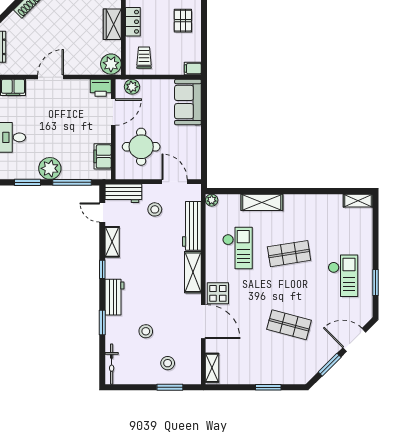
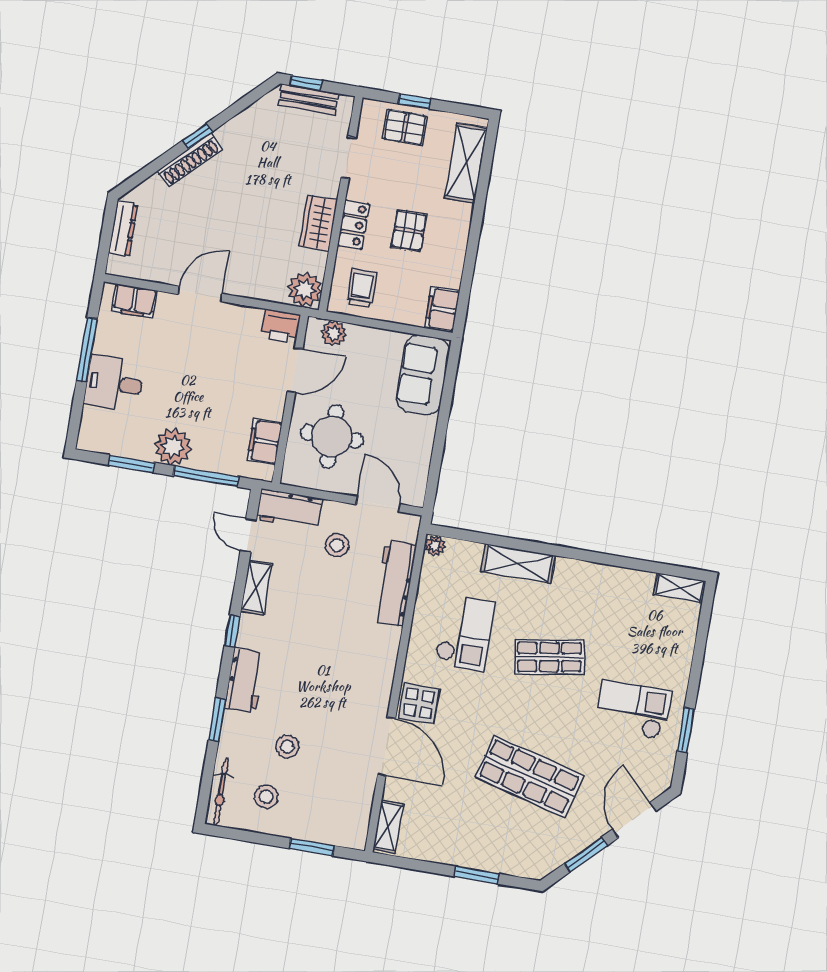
pallet: (183, 21) -> (409, 231), moved
filing cabinet: (193, 69) -> (442, 309), width x2.00
shelving: (193, 272) -> (383, 661), removed
checkout: (343, 276) -> (633, 710), turned -90
shop shelf: (289, 325) -> (529, 776), width x1.43, depth x1.36
door: (354, 340) -> (634, 820), hinge flipped
stool: (168, 363) -> (266, 797), moved

